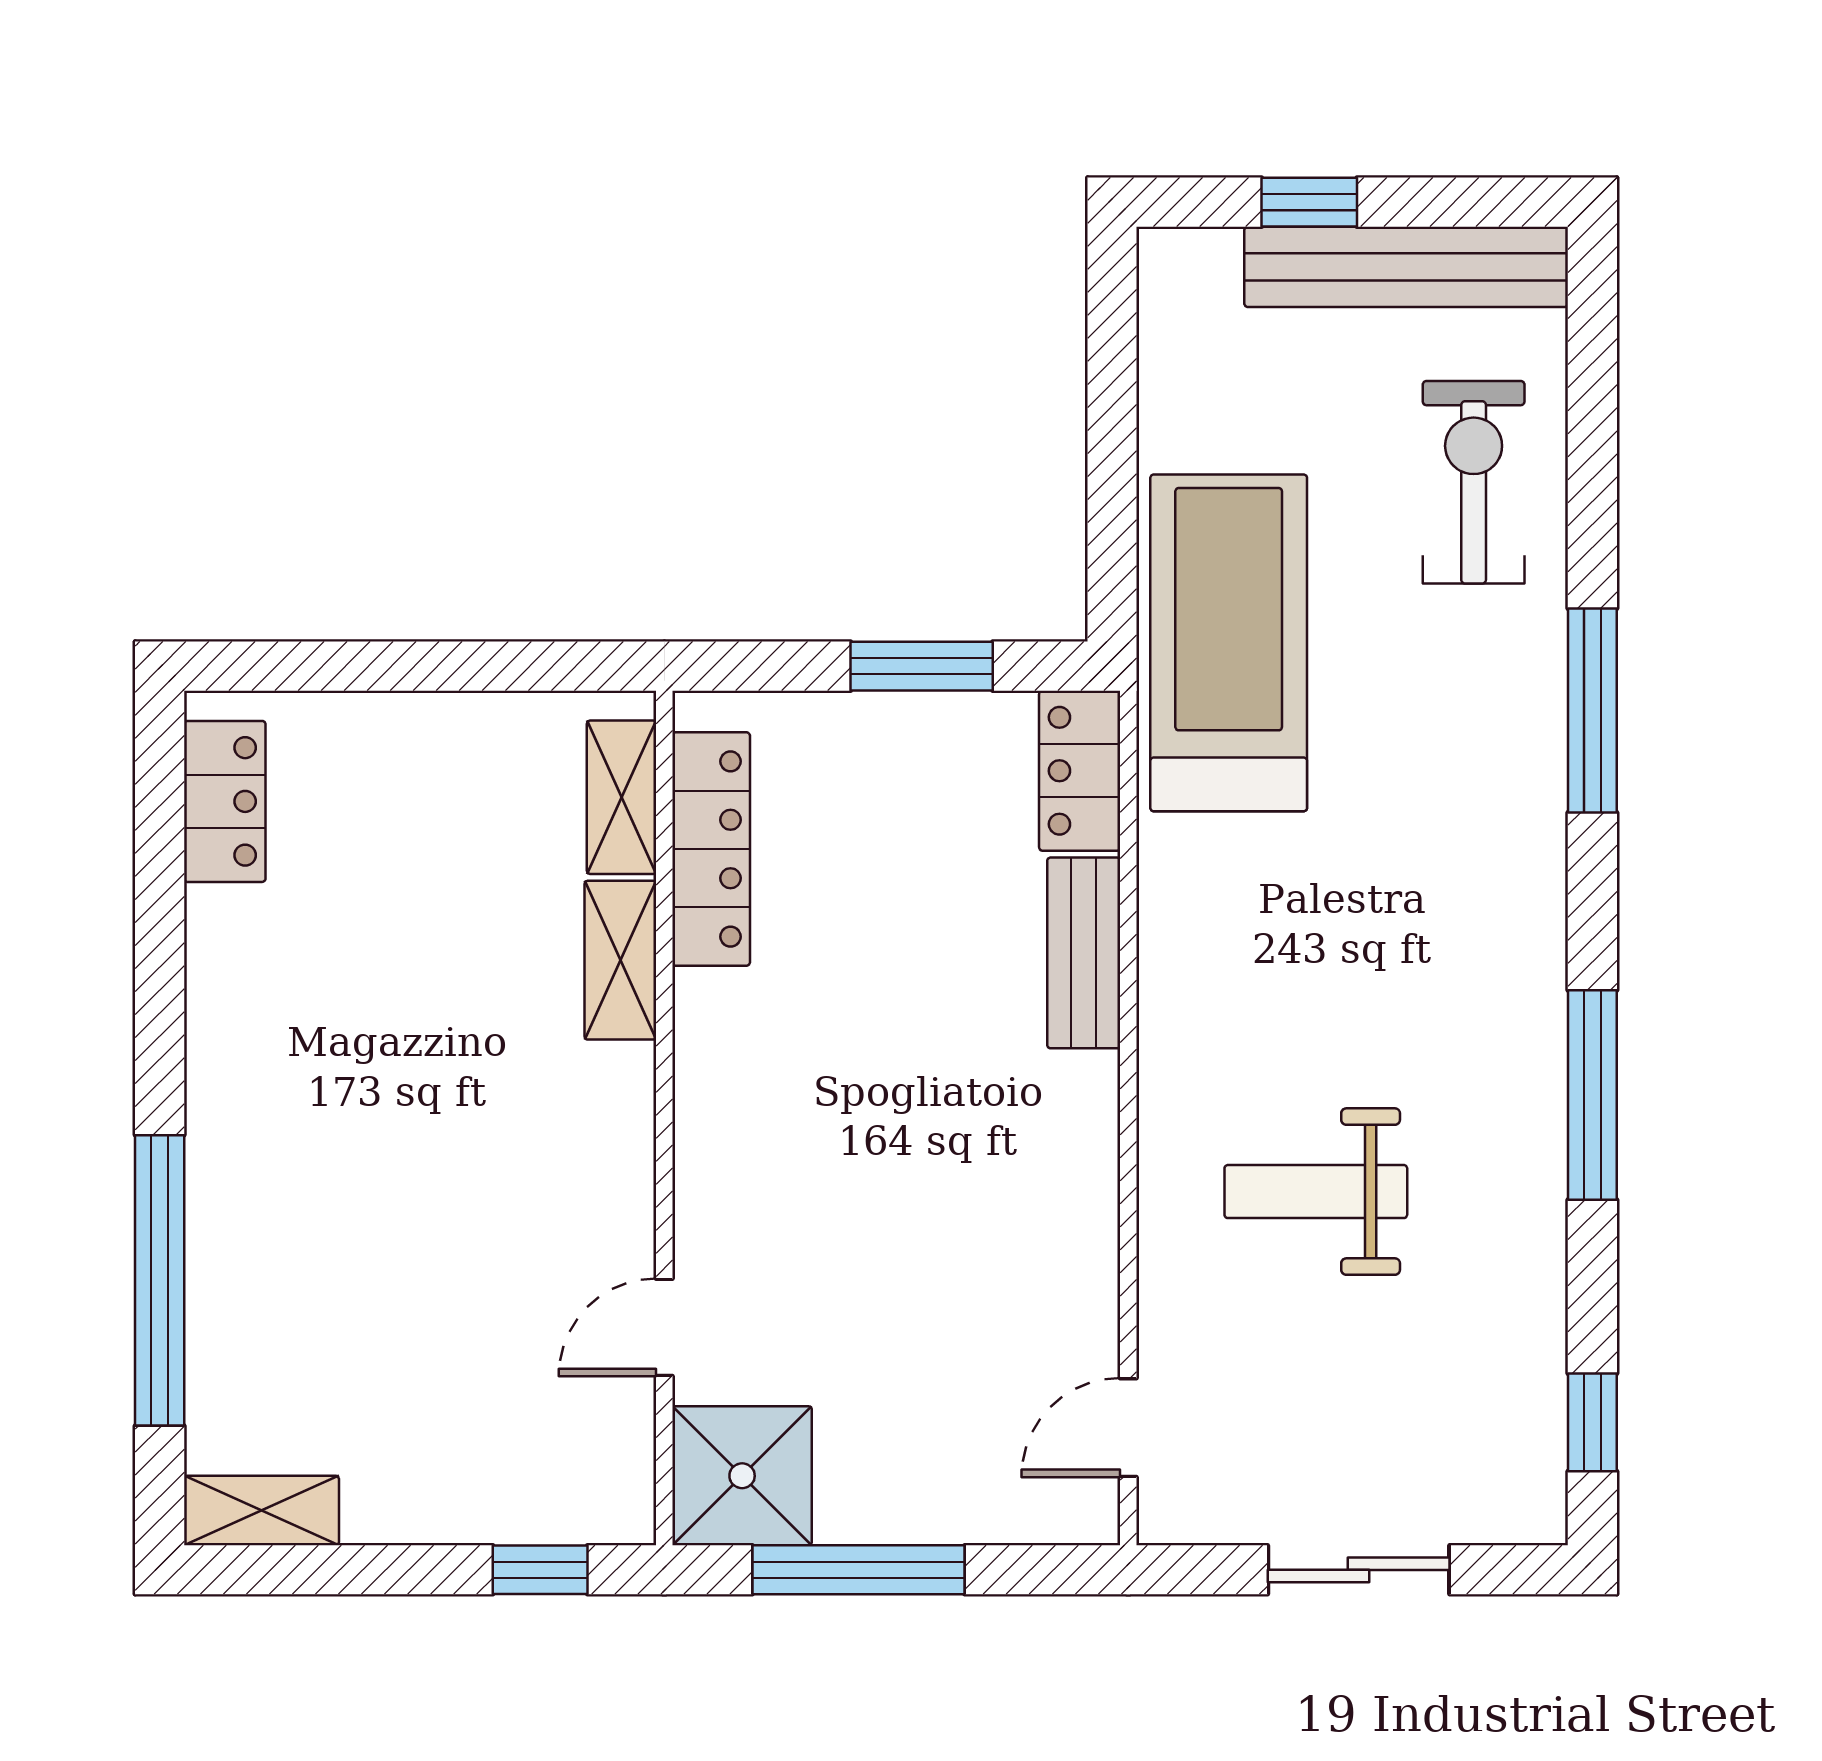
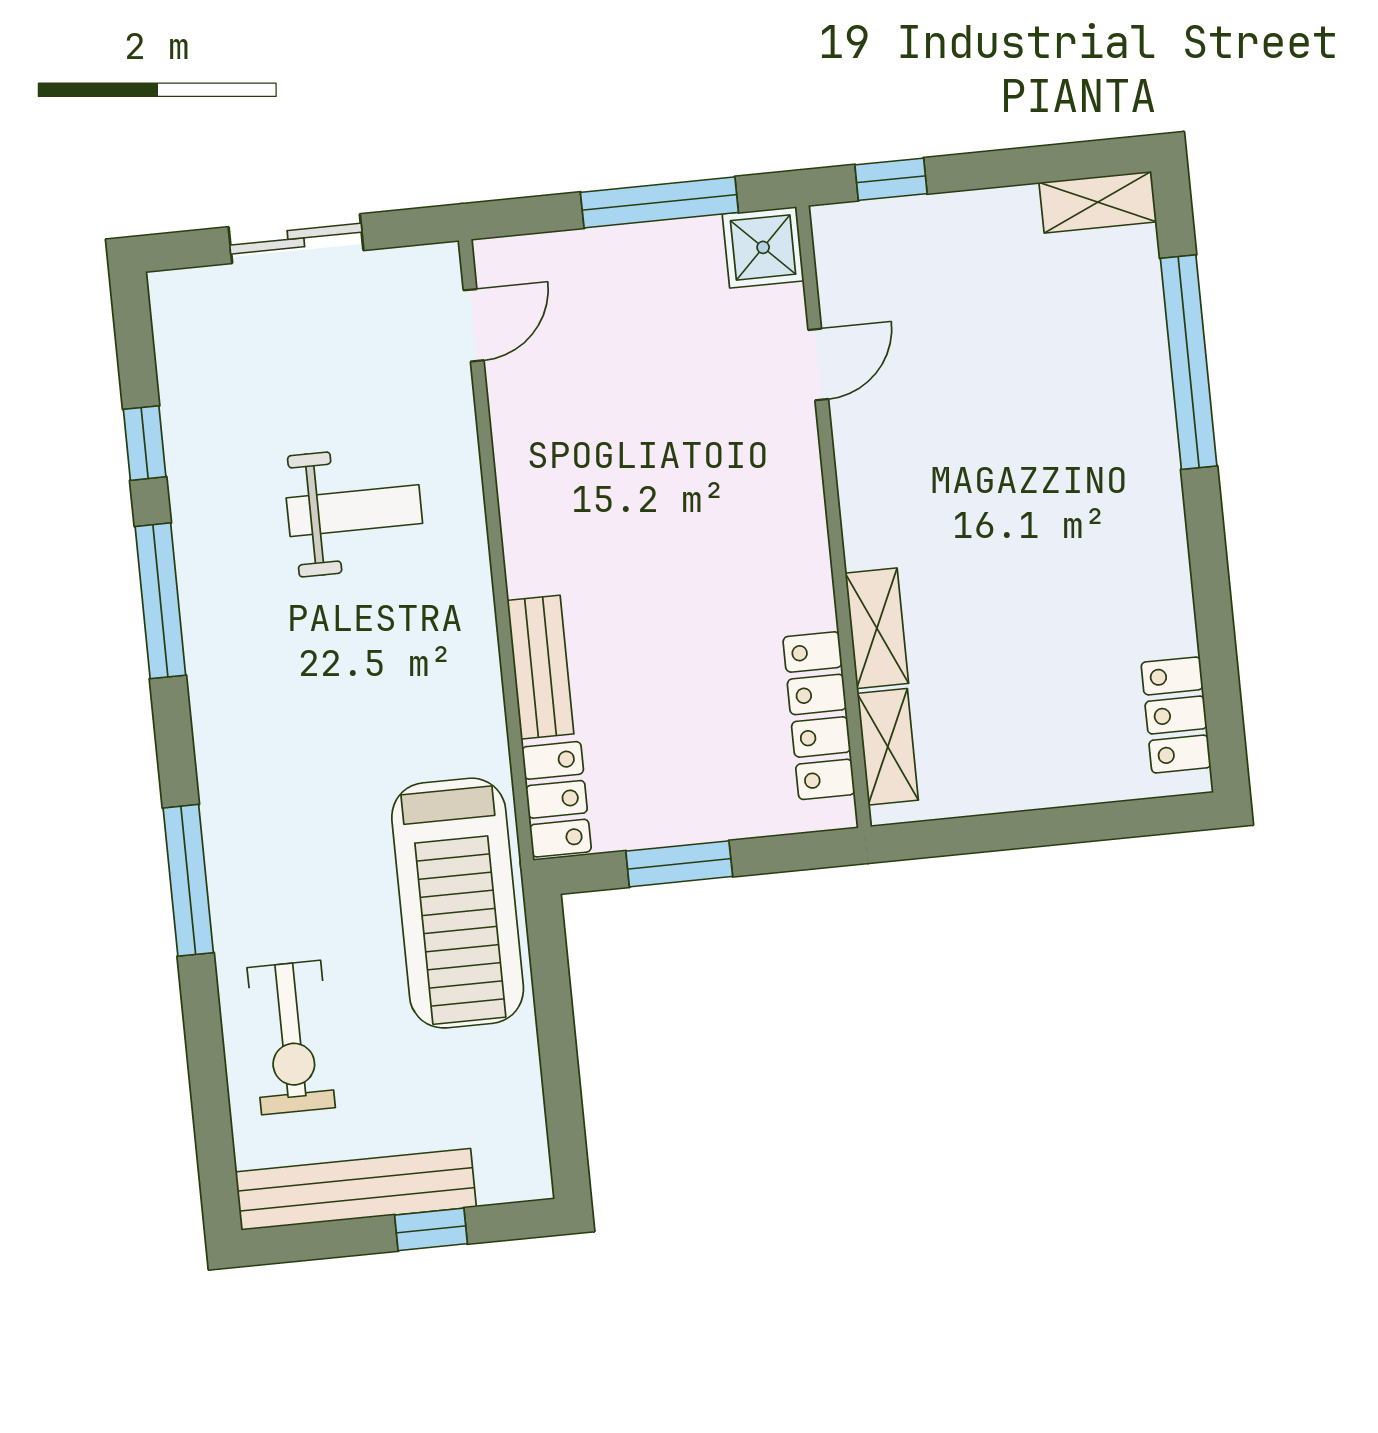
window: (1592, 1422) -> (145, 443), moved
shower: (742, 1476) -> (763, 247), width x0.73, depth x0.73

